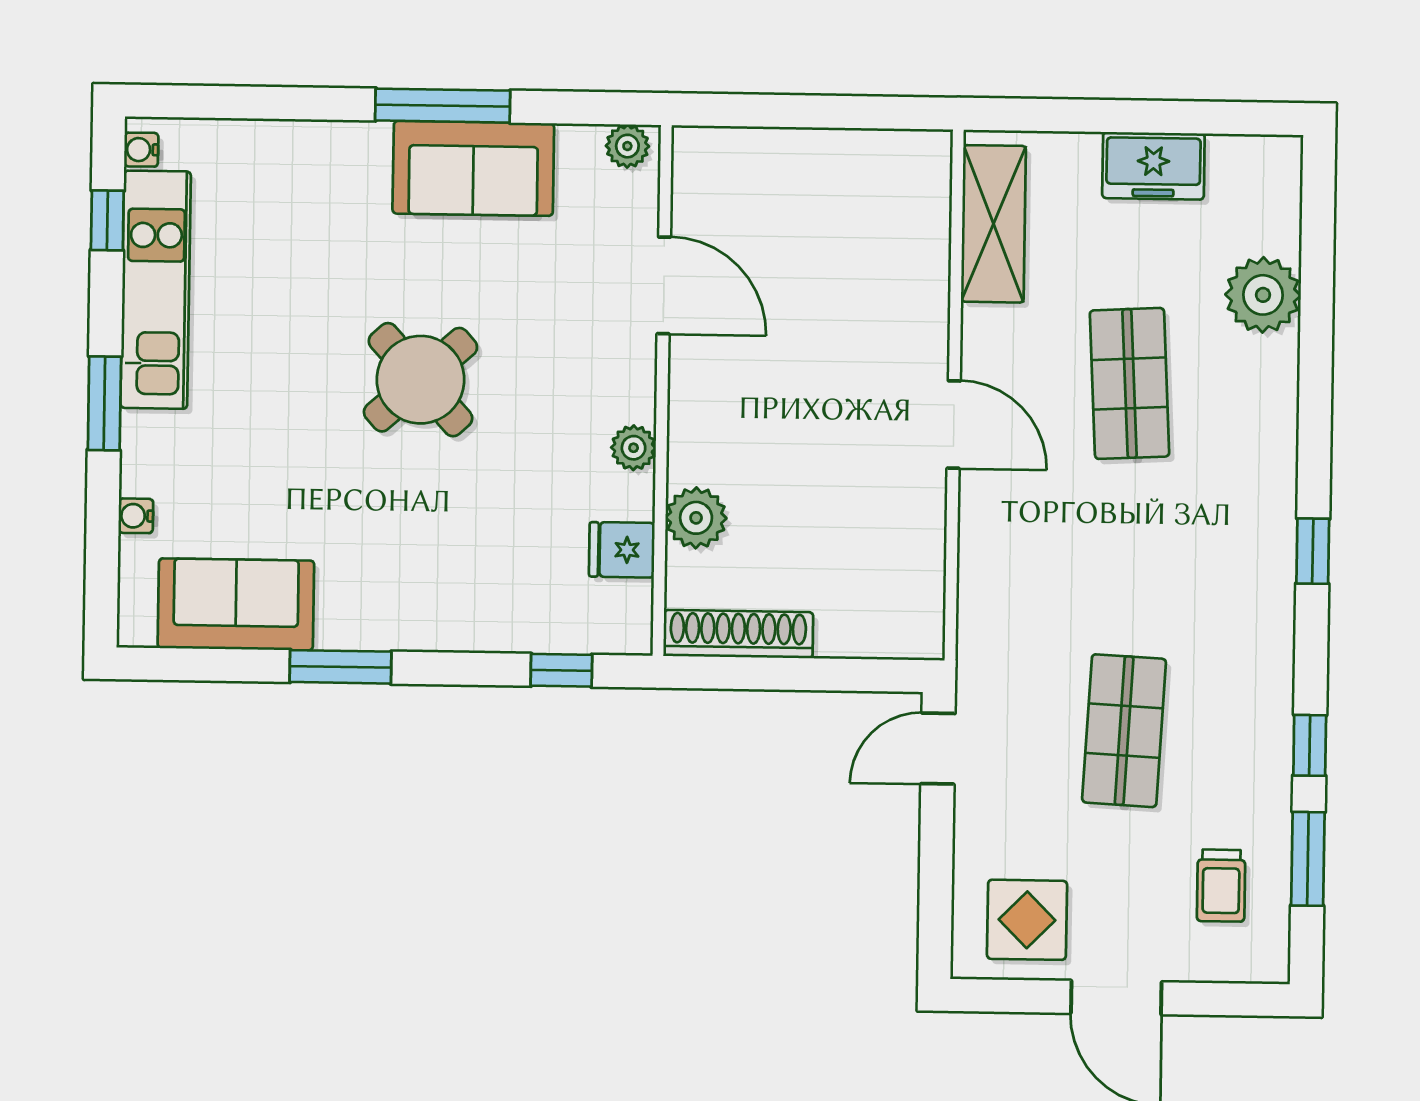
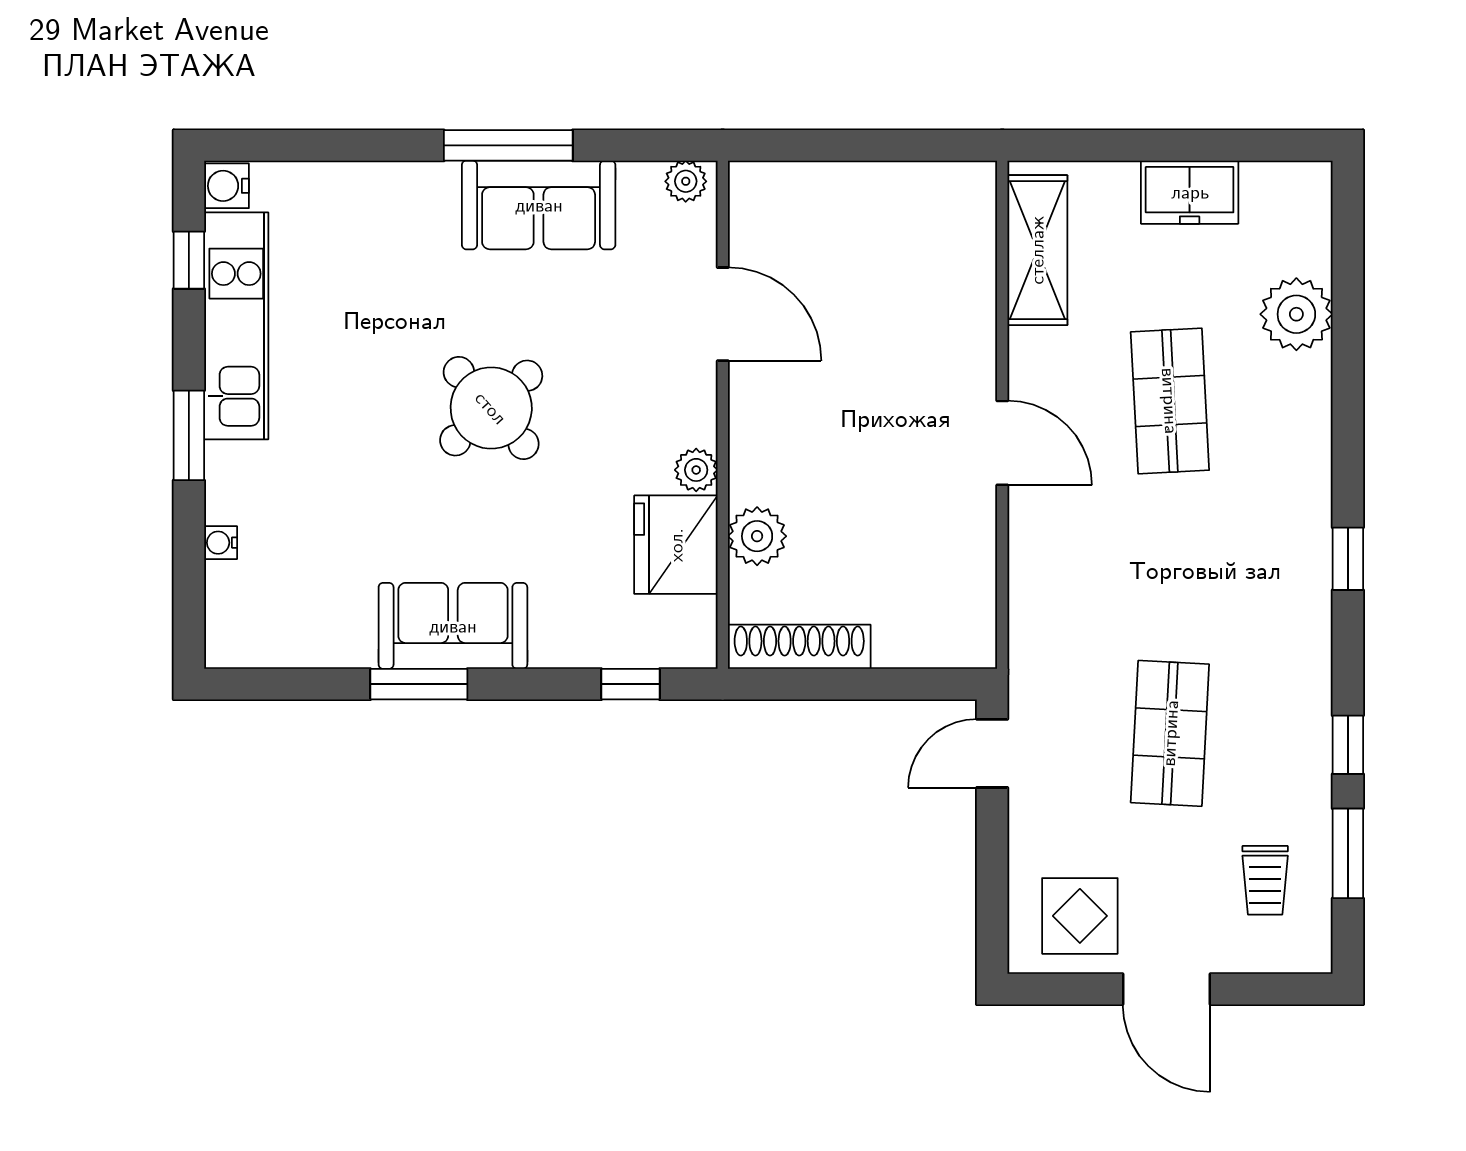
water cooler: (141, 150) -> (227, 186), width x1.38, depth x1.38
fridge: (622, 550) -> (676, 545), width x1.88, depth x1.34
sofa: (236, 604) -> (453, 626), moved

